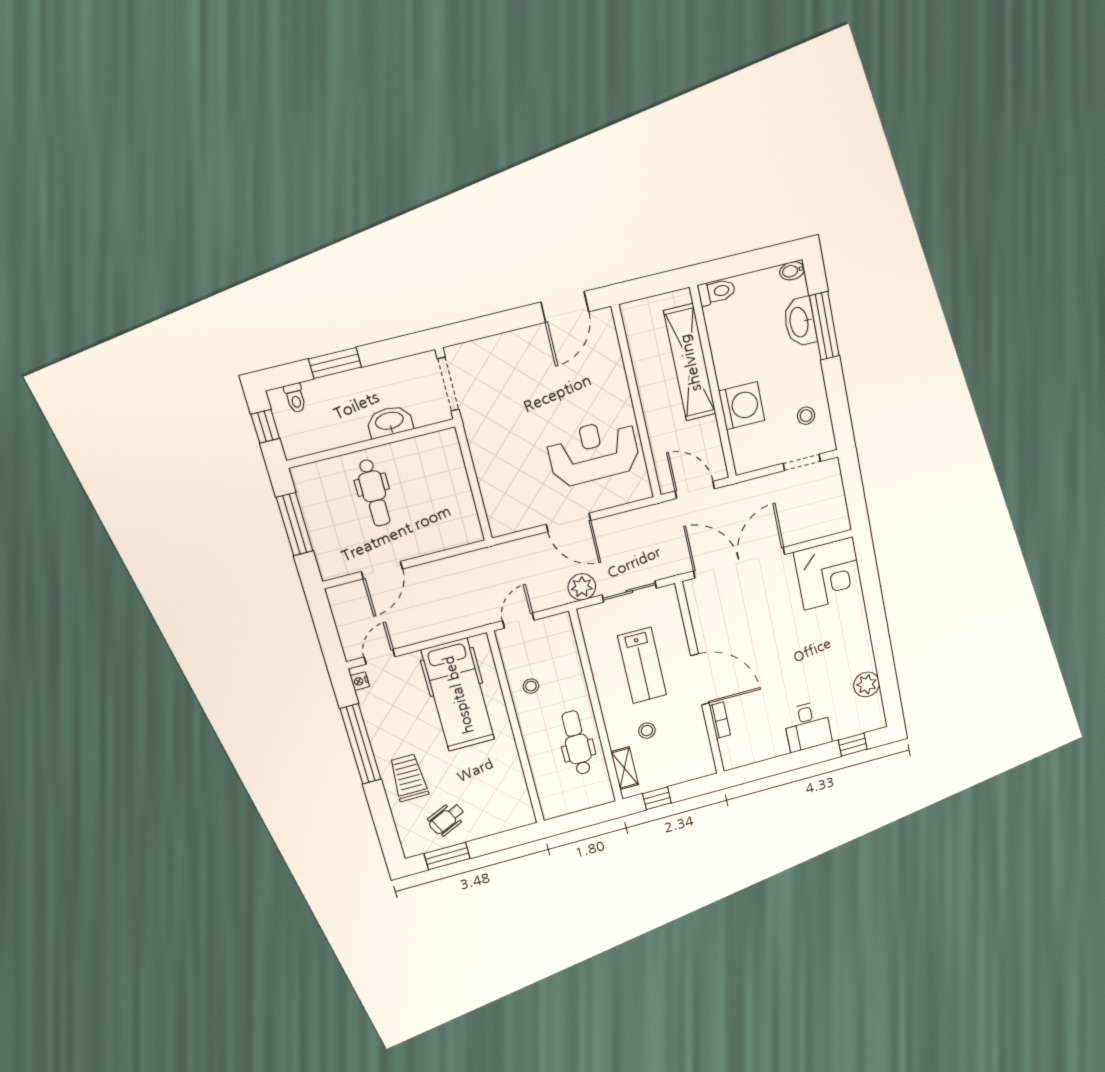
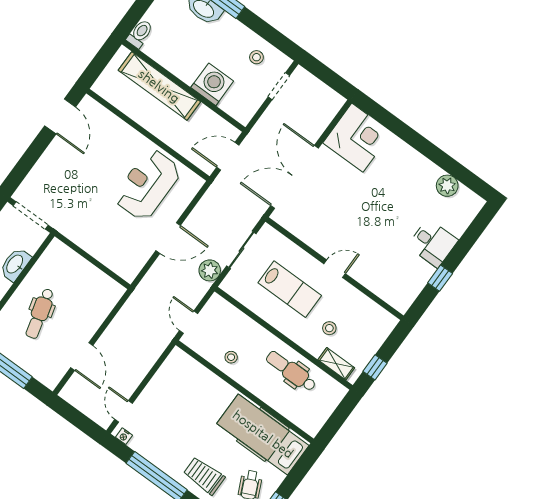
dental chair: (374, 493) -> (40, 314), turned 75
door: (700, 679) -> (335, 269), width x0.53
hospital bed: (458, 695) -> (263, 434), moved, turned 180
bookcase: (720, 720) -> (371, 285), removed
window: (853, 745) -> (440, 278), moved

